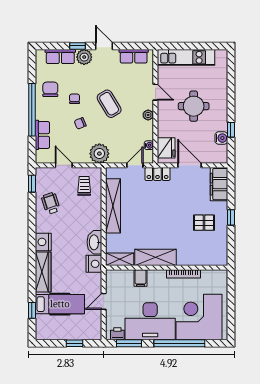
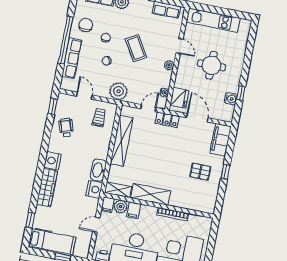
row of seats: (42, 135) -> (72, 58), width x1.48
filing cabinet: (112, 277) -> (108, 205), added
plant: (126, 277) -> (120, 207), added
hospital bed: (60, 304) -> (52, 242), moved

